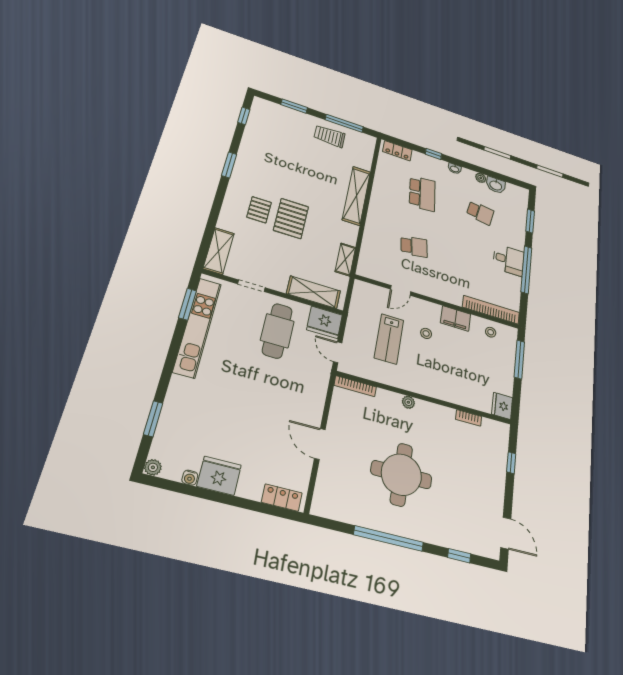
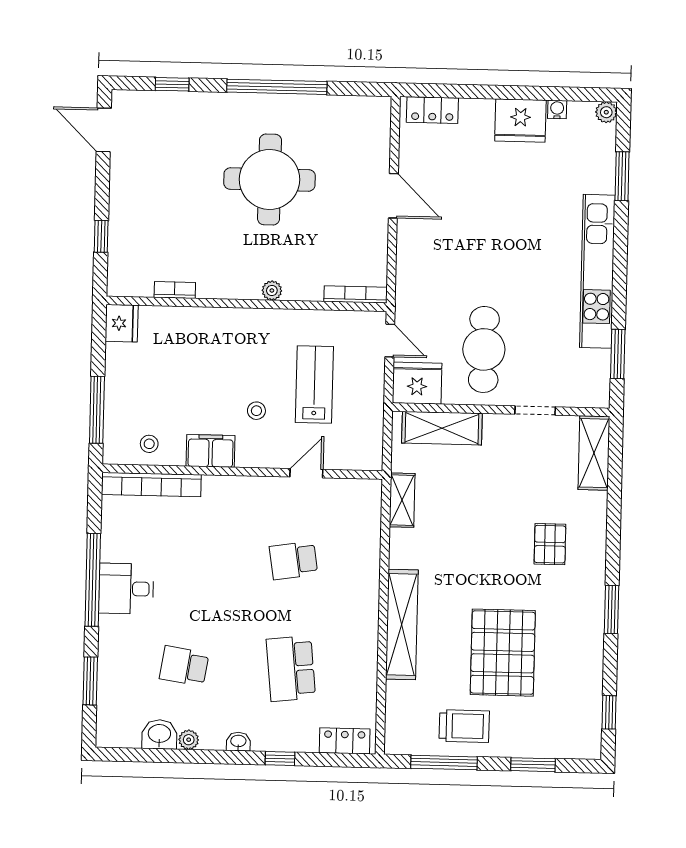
pallet: (291, 218) -> (503, 653), moved, width x1.37, depth x1.41
kitchen unit: (197, 327) -> (597, 271), moved

